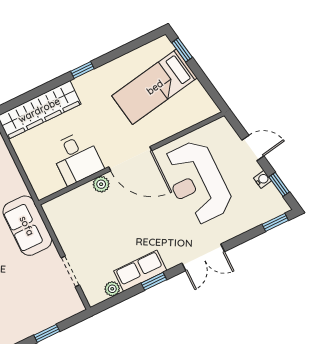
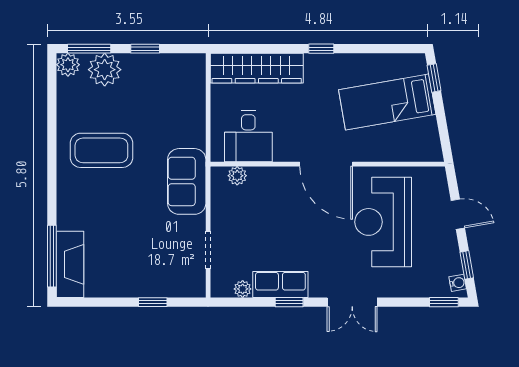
desk: (76, 158) -> (248, 136), moved
water cooler: (263, 179) -> (458, 283), moved
plant: (101, 184) -> (237, 176), moved

